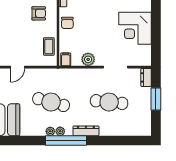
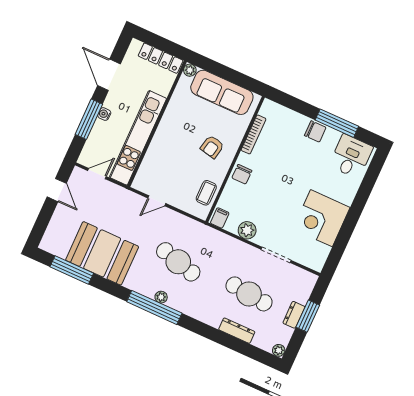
armchair: (39, 13) -> (212, 147), turned 102
dresser: (146, 77) -> (294, 315), moved
plant: (60, 131) -> (279, 350), moved
dresser: (86, 131) -> (237, 331), moved
window: (66, 140) -> (154, 307), moved

